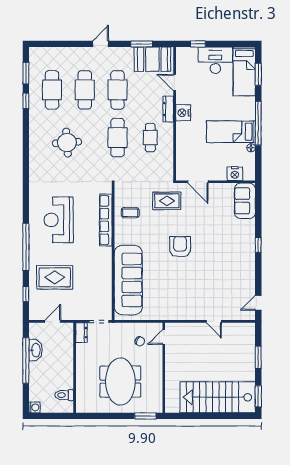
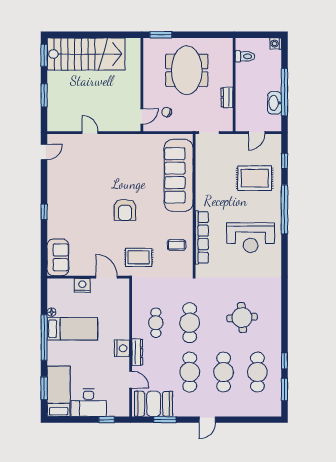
nightstand: (235, 174) -> (82, 285), moved
reception desk: (59, 220) -> (251, 238), turned 90
dresser: (81, 333) -> (227, 97), moved

